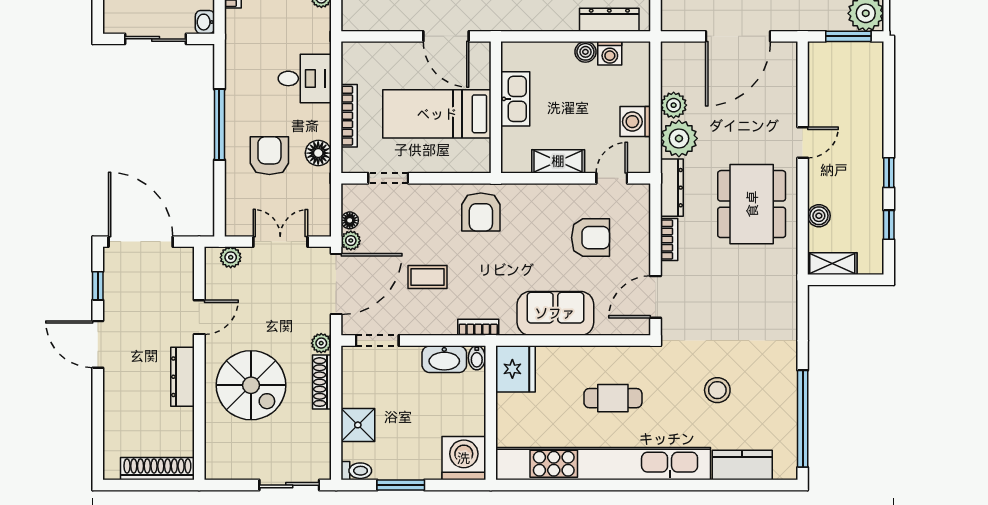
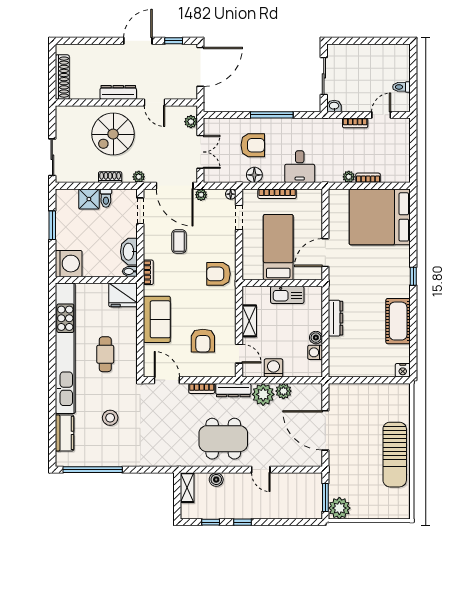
dresser: (609, 20) -> (335, 318), moved
floor lamp: (350, 220) -> (231, 194), moved
shoe rack: (322, 382) -> (110, 177), width x0.70
toilet: (356, 471) -> (106, 198), moved

